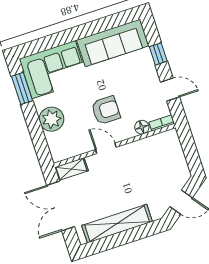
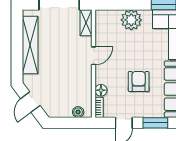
window: (158, 54) -> (155, 123), width x1.50
armchair: (106, 110) -> (139, 81), moved, turned 180
boiler: (175, 145) -> (78, 112), added

